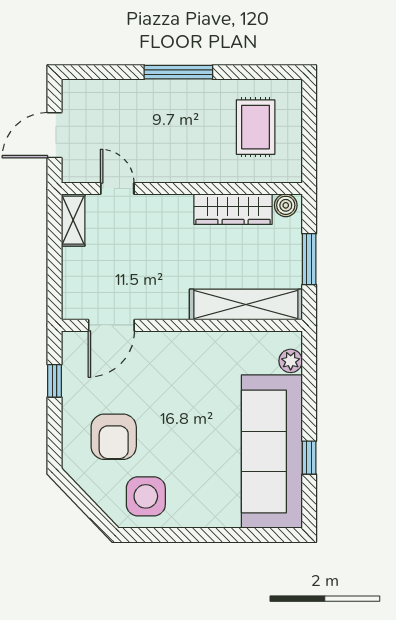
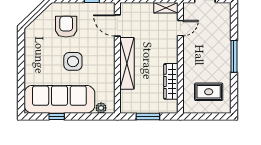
boiler: (286, 205) -> (173, 106), removed
shelving: (246, 305) -> (127, 63), moved
armchair: (114, 437) -> (66, 27), turned 90
side table: (146, 496) -> (73, 61), moved

